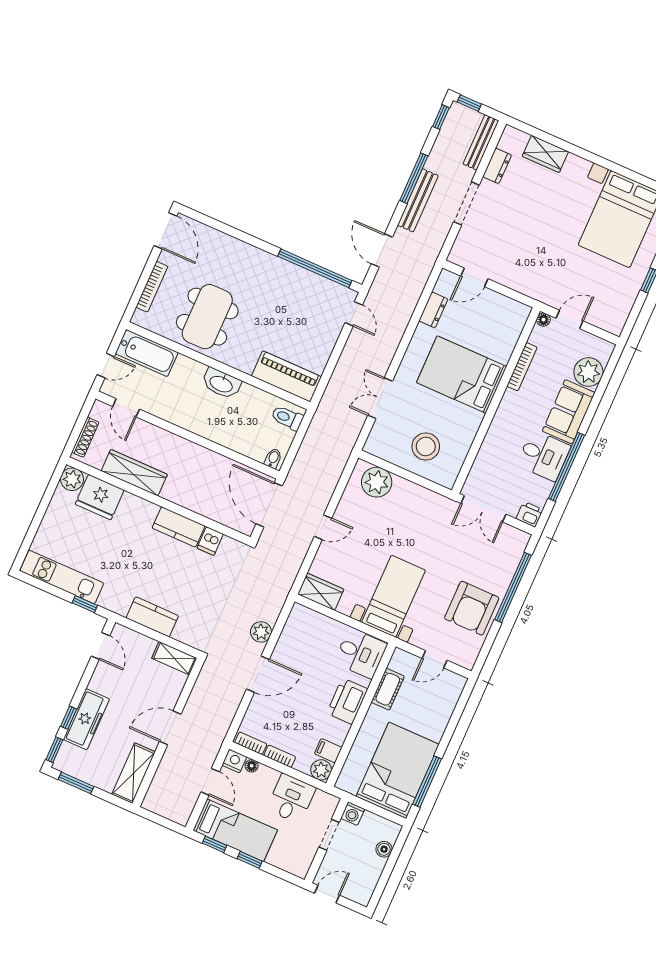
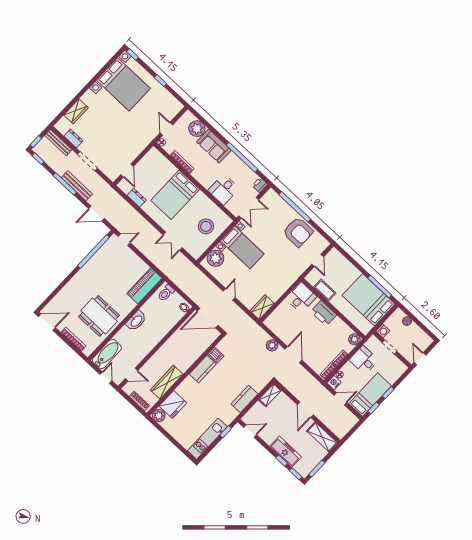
desk: (544, 455) -> (224, 189), moved, turned 180
bed with nightstands: (394, 596) -> (242, 247), moved, turned 180
filing cabinet: (328, 751) -> (346, 332), removed

